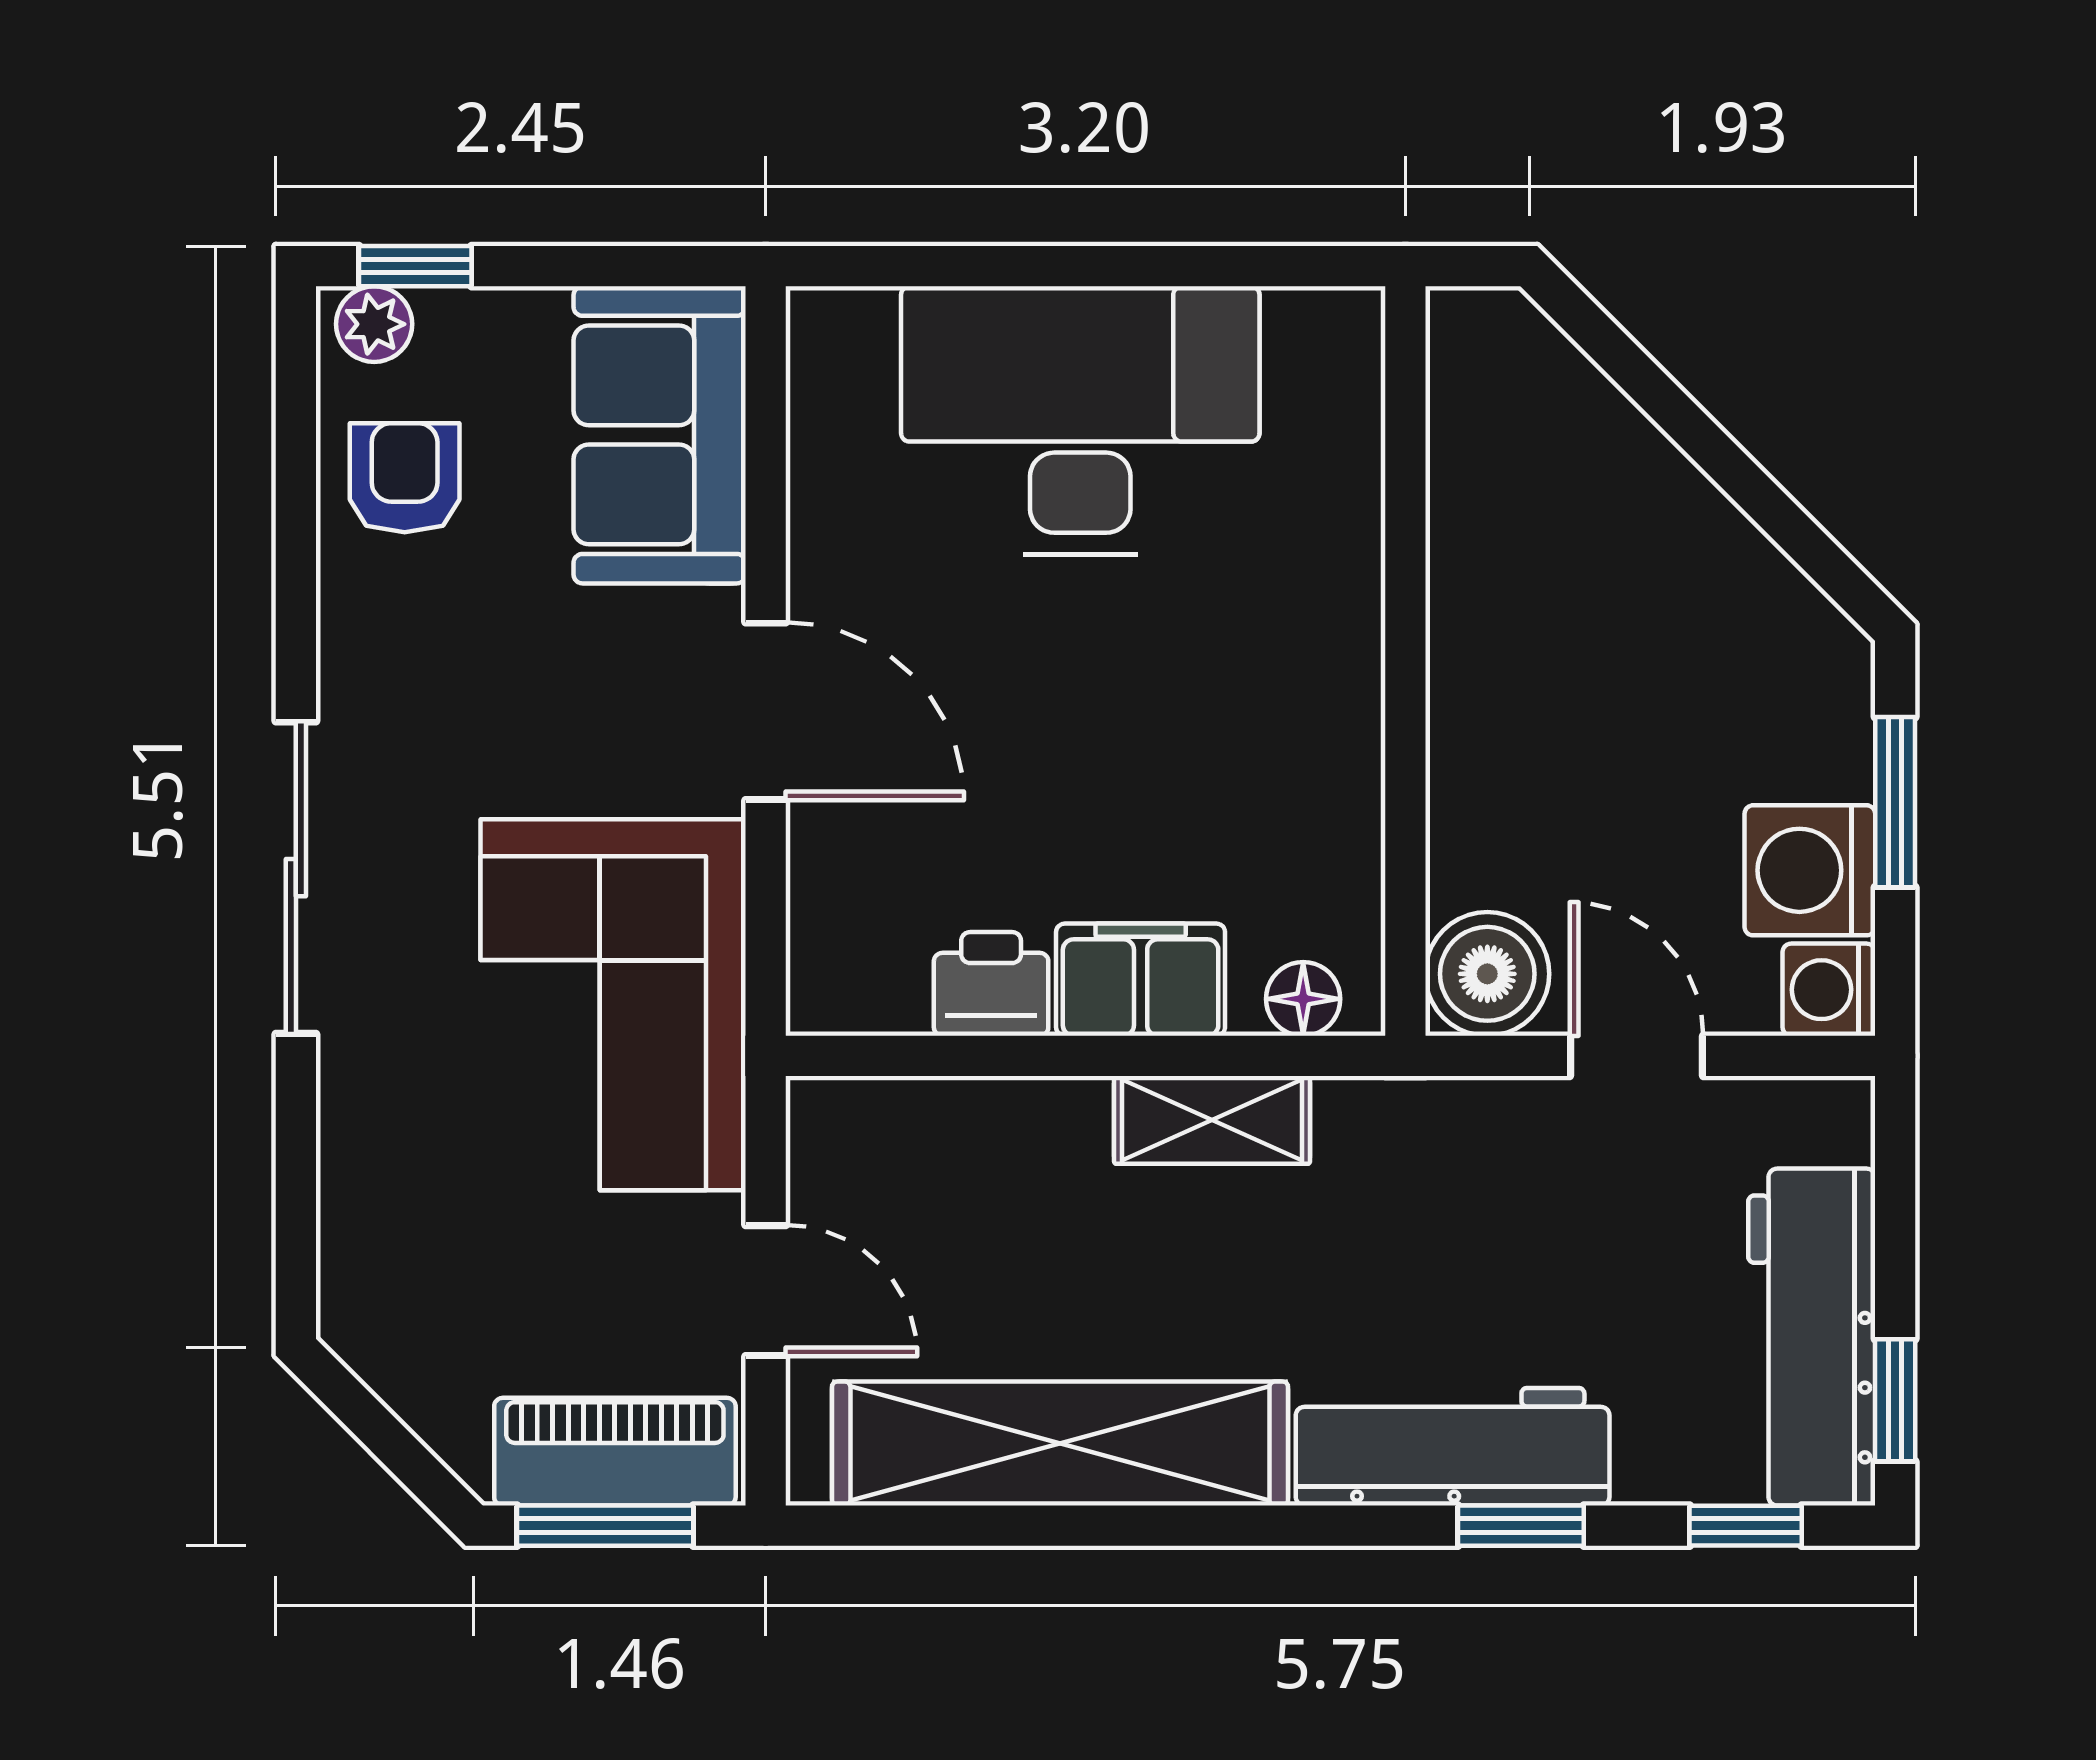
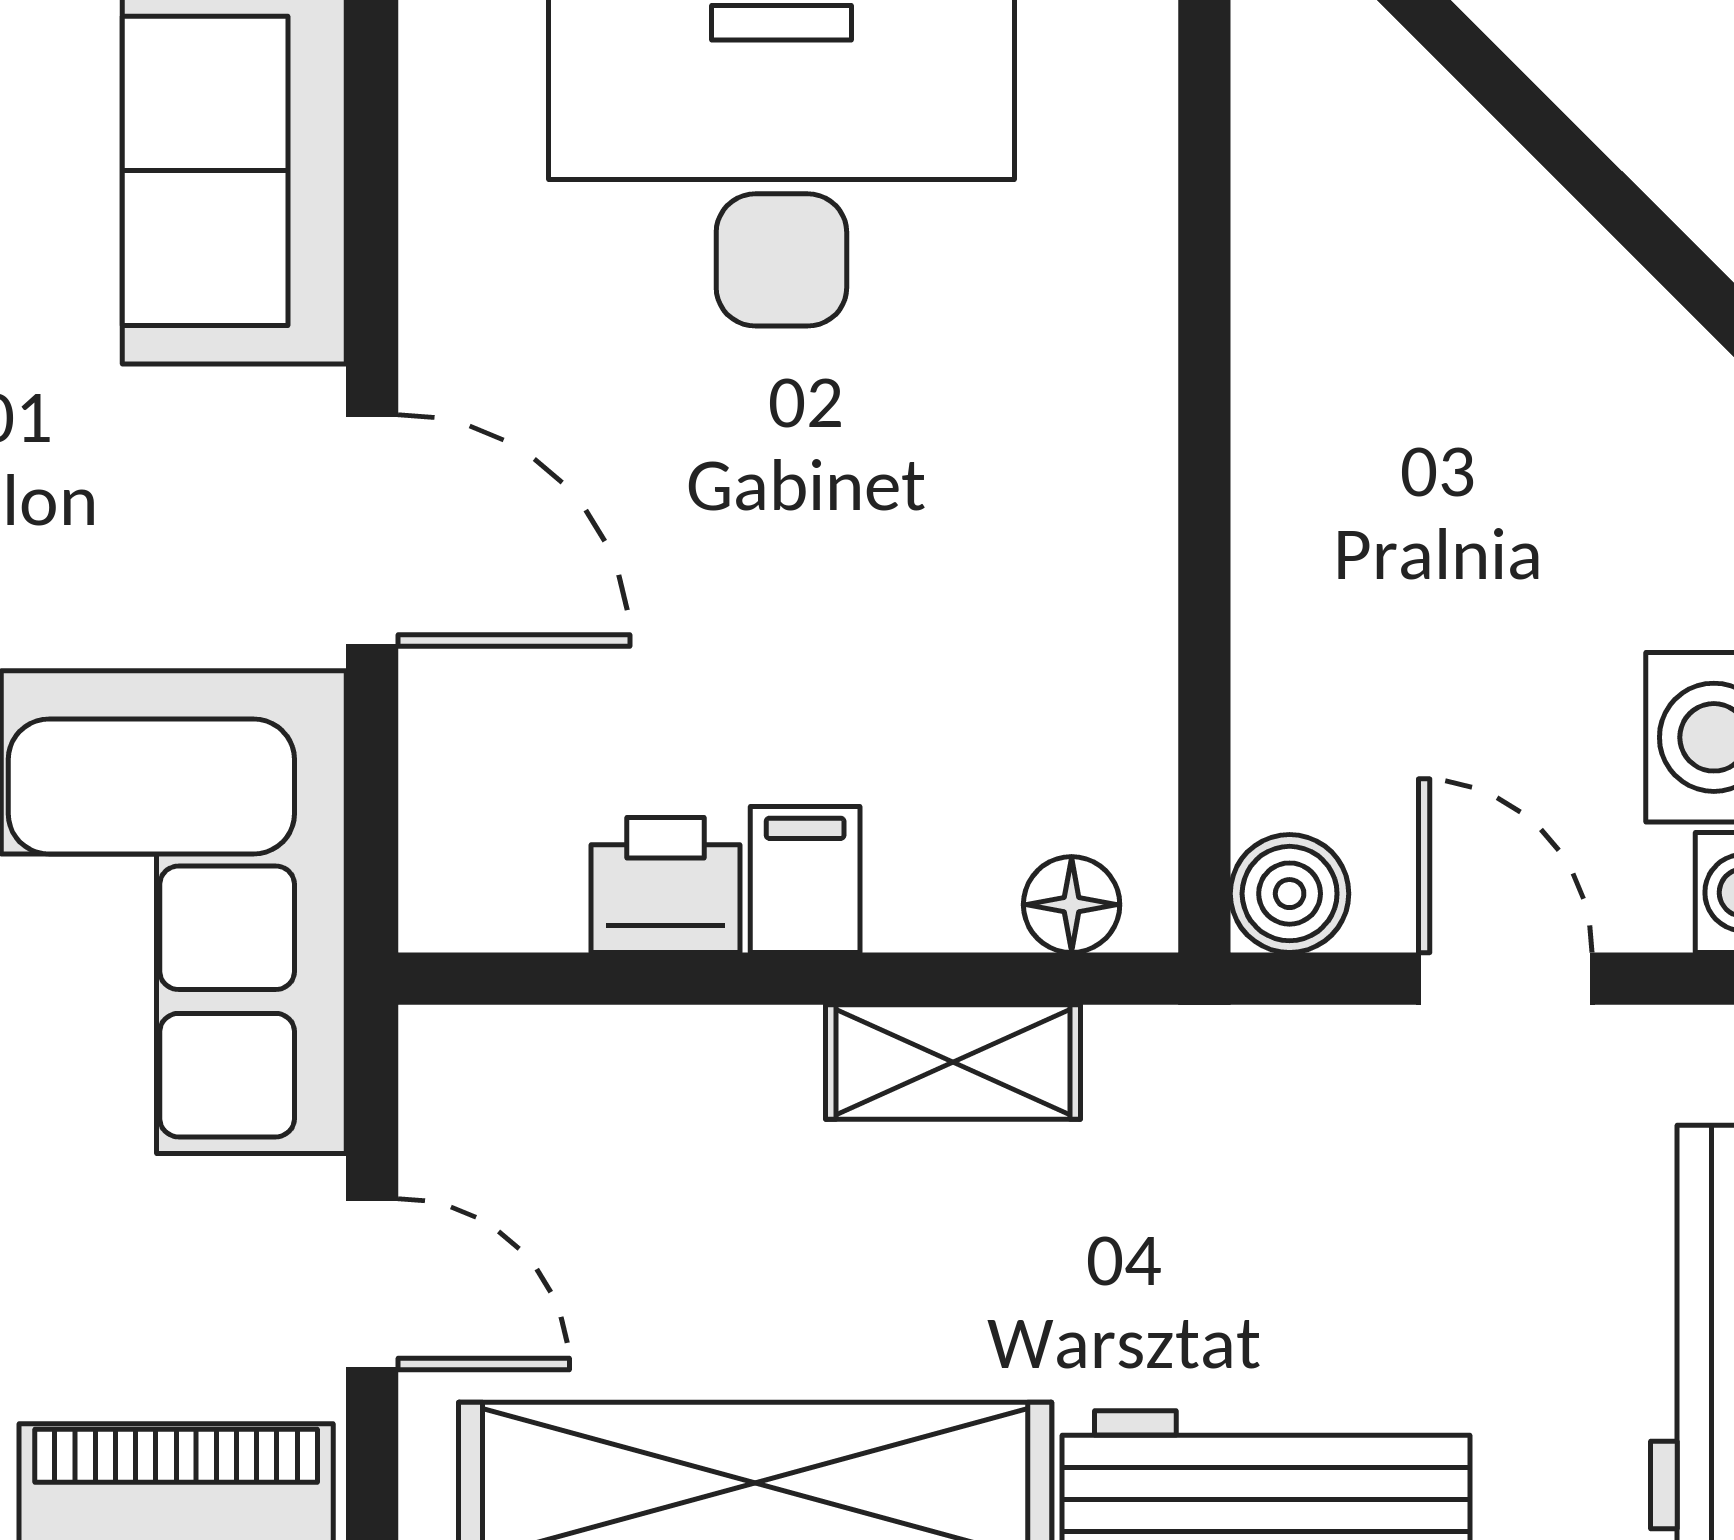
boiler: (1487, 974) -> (1290, 894), width x0.73, depth x0.73
filing cabinet: (1141, 980) -> (805, 880), width x0.50

